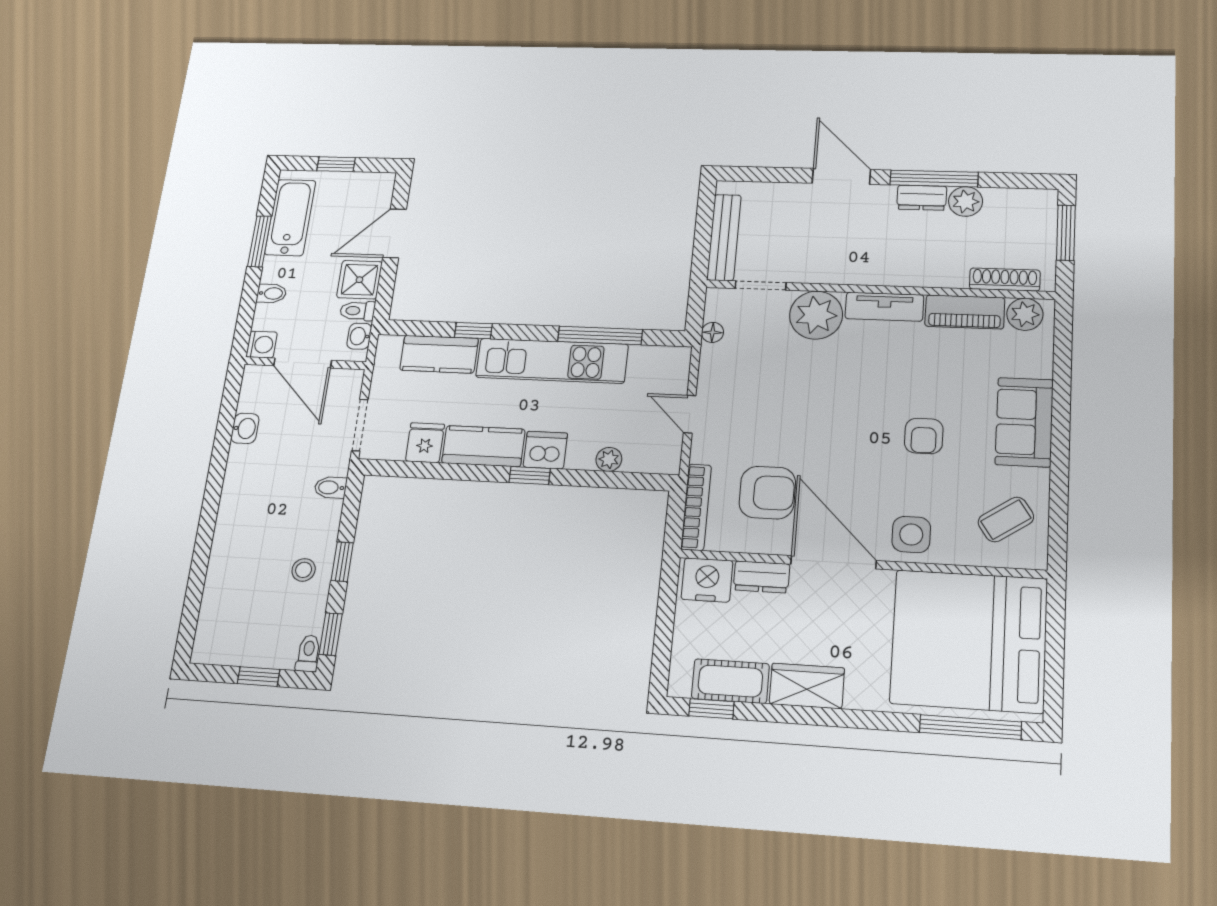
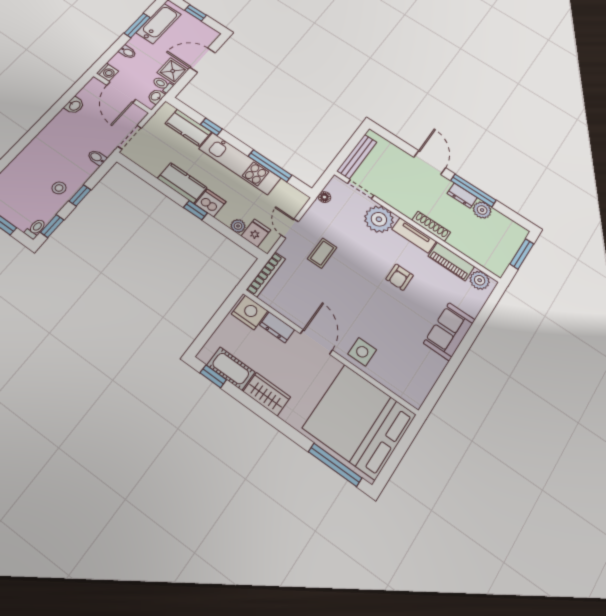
shoe rack: (1005, 280) -> (431, 226), moved
armchair: (924, 436) -> (400, 277), moved
fridge: (425, 443) -> (256, 233), moved
armchair: (767, 493) -> (305, 289), removed
coffee table: (1006, 520) -> (322, 253), moved, turned -56
door: (834, 562) -> (316, 342), width x0.73

